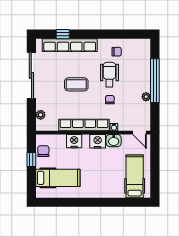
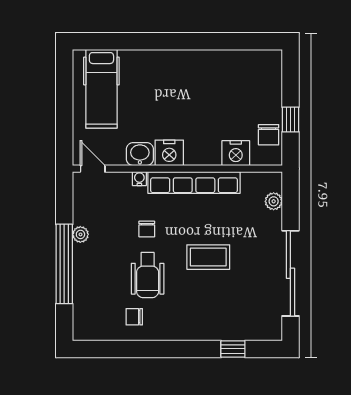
row of seats: (70, 45) -> (220, 329), removed
nightstand: (74, 141) -> (236, 153), moved
hospital bed: (58, 178) -> (242, 86), removed

